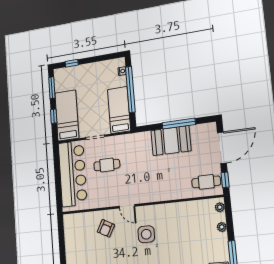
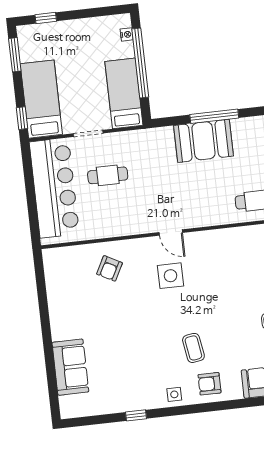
window: (54, 116) -> (22, 118), moved
door: (127, 206) -> (171, 232), moved

